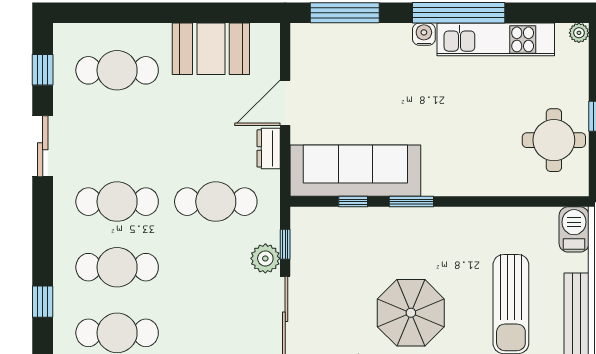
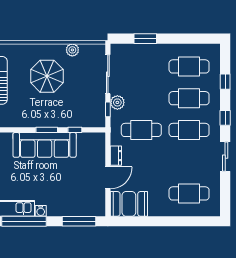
booth: (211, 49) -> (129, 204), moved
window: (43, 70) -> (225, 118), moved
sofa: (355, 171) -> (45, 145), moved

